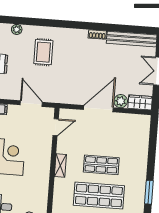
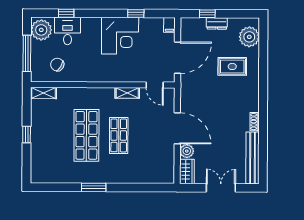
plant: (17, 29) -> (249, 37), width x1.87, depth x1.87
door: (31, 104) -> (178, 58), width x1.36
shelving: (60, 165) -> (127, 93), moved

